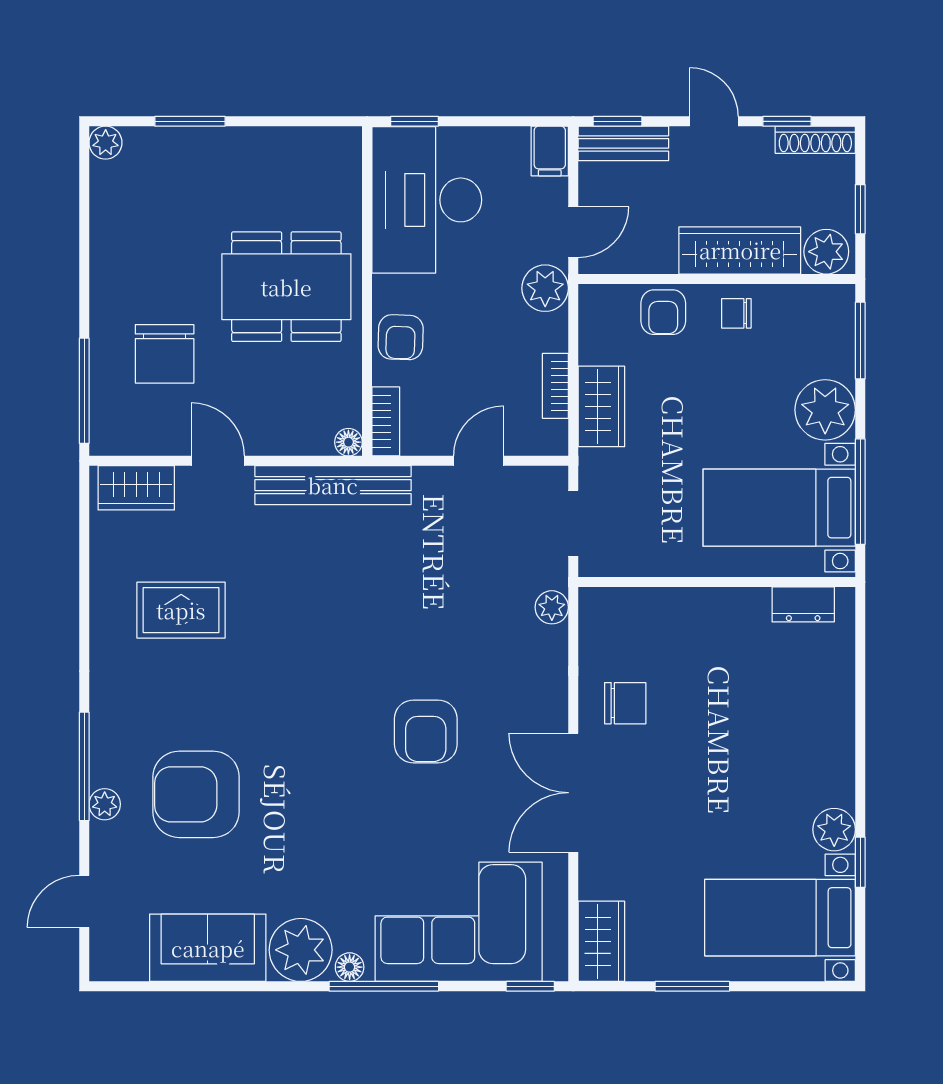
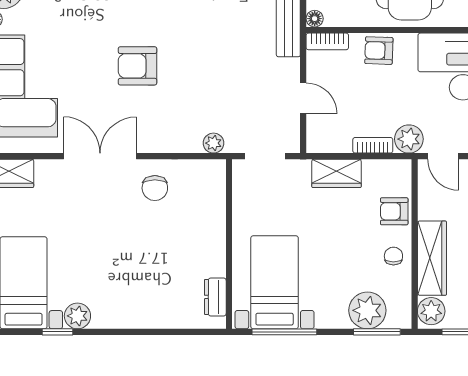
bookcase: (555, 386) -> (373, 145), moved
plant: (825, 410) -> (367, 310), moved

